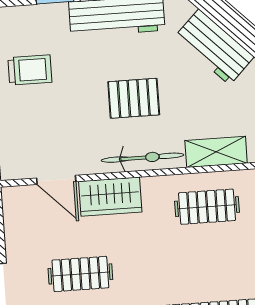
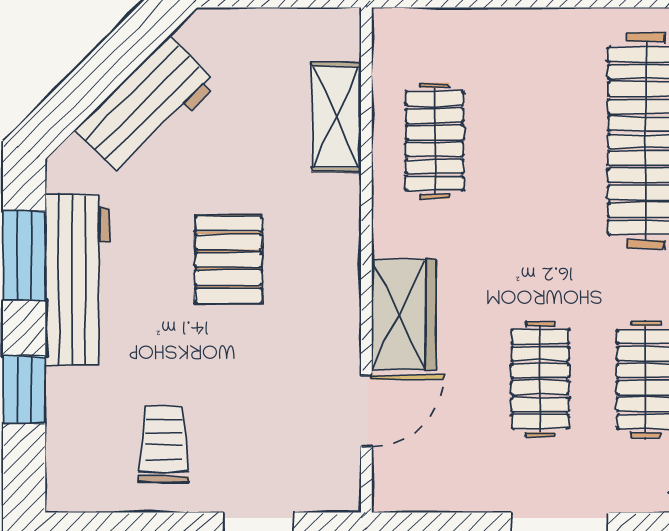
bicycle: (142, 158) -> (337, 251), removed

